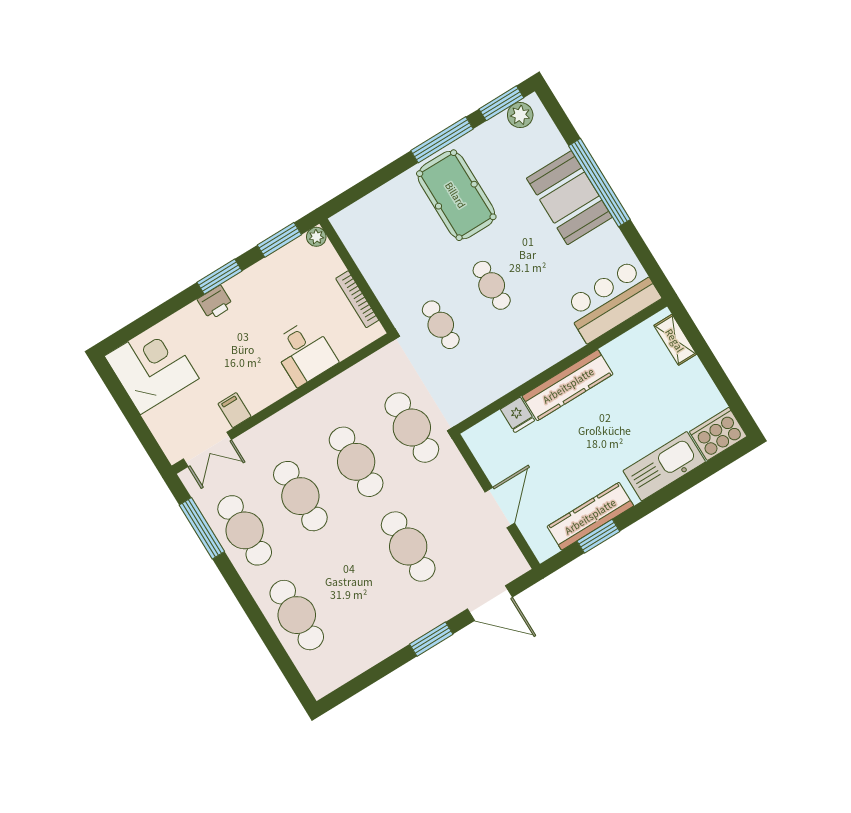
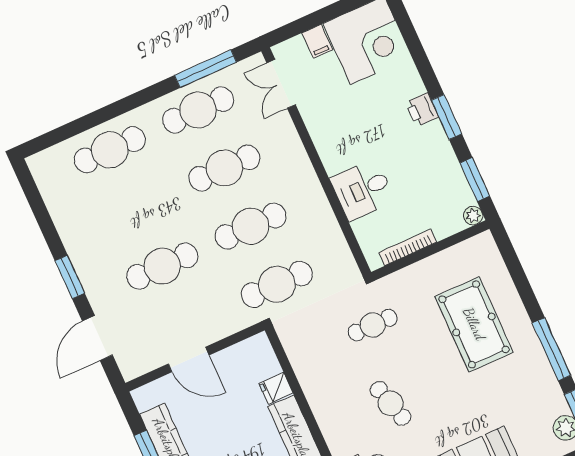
pool table: (456, 195) -> (474, 324), moved, turned 90
cafe table: (492, 285) -> (391, 403), moved, turned 74
filing cabinet: (234, 410) -> (317, 41), moved, turned 90

